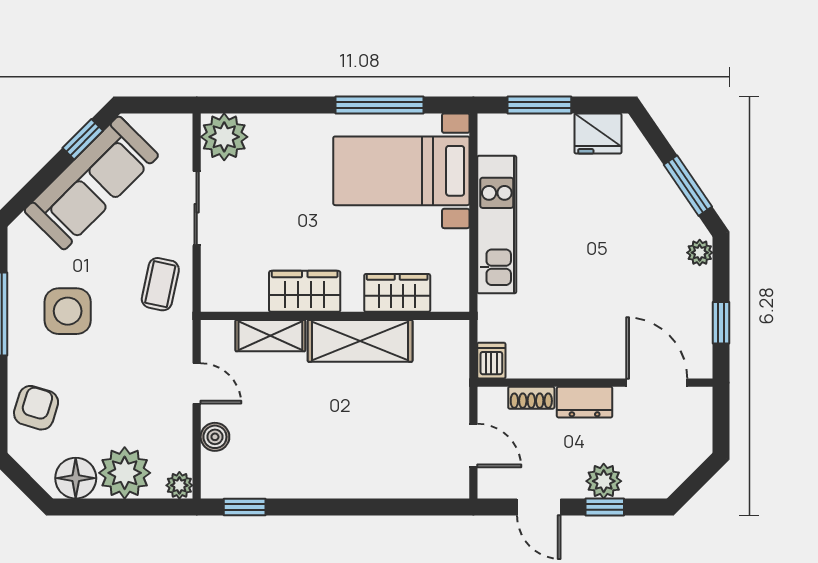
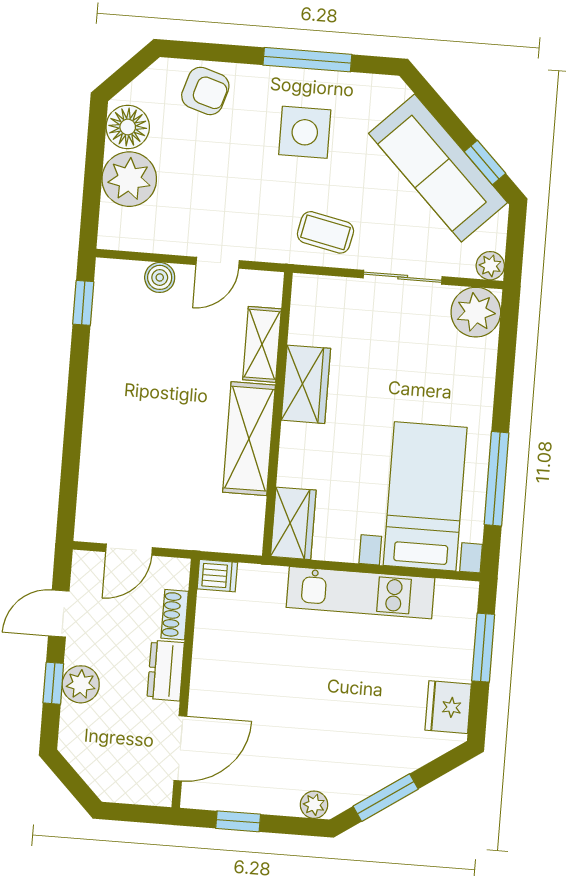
wardrobe: (397, 293) -> (293, 523), moved
plant: (179, 485) -> (490, 266), moved

